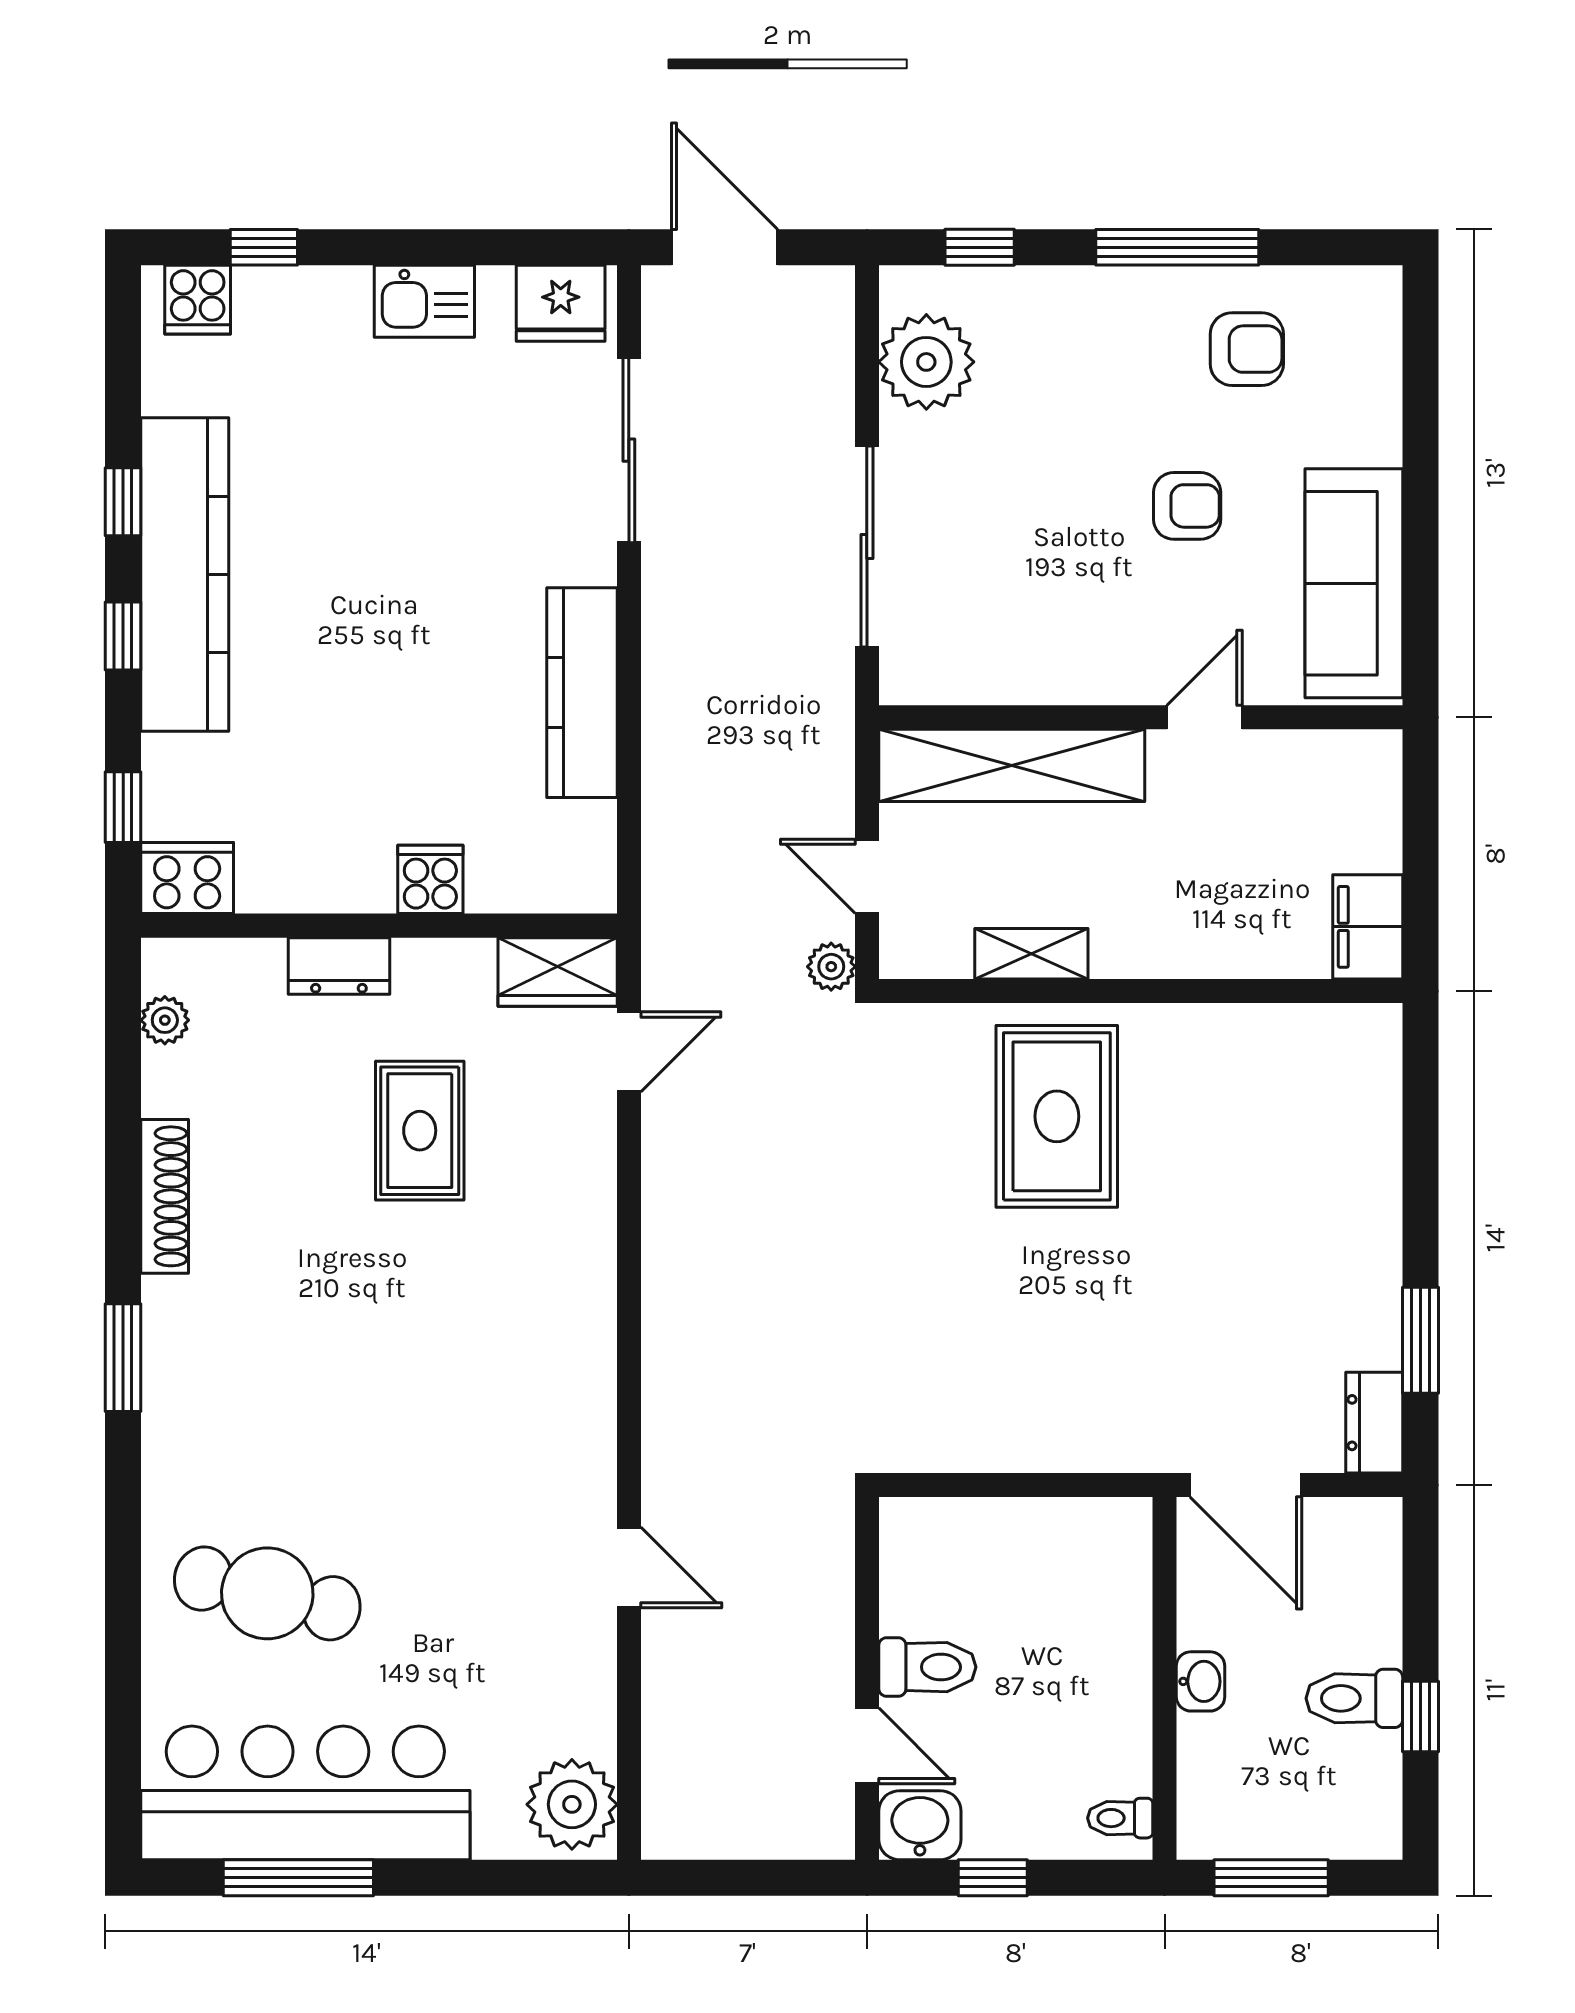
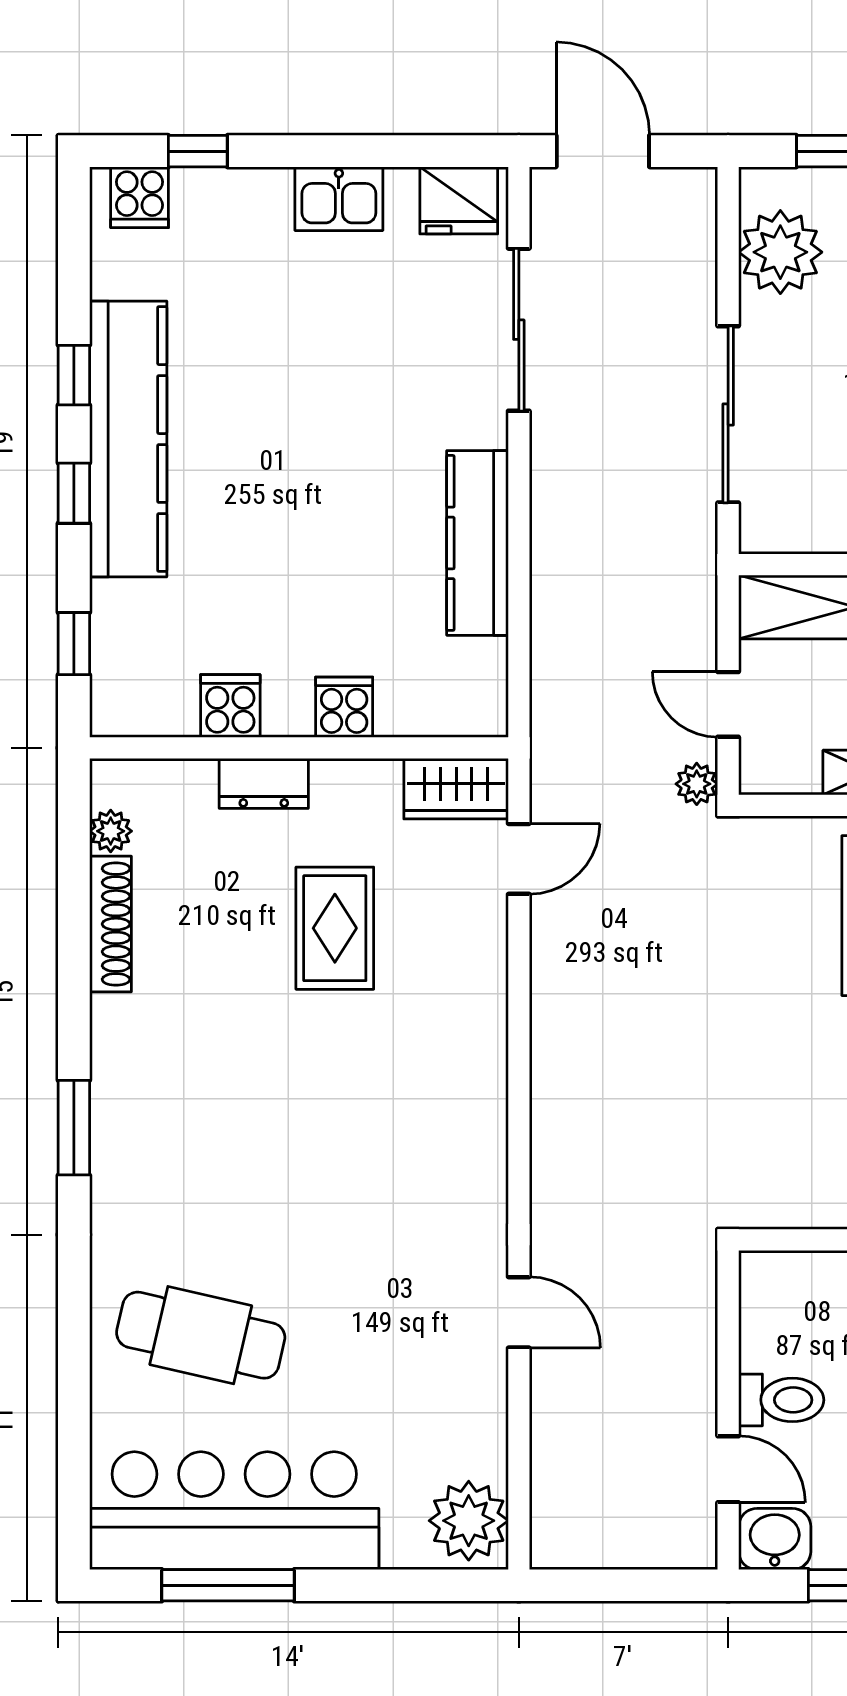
cooker: (187, 878) -> (230, 706), moved, width x0.73
shoe rack: (165, 1196) -> (111, 924), moved

